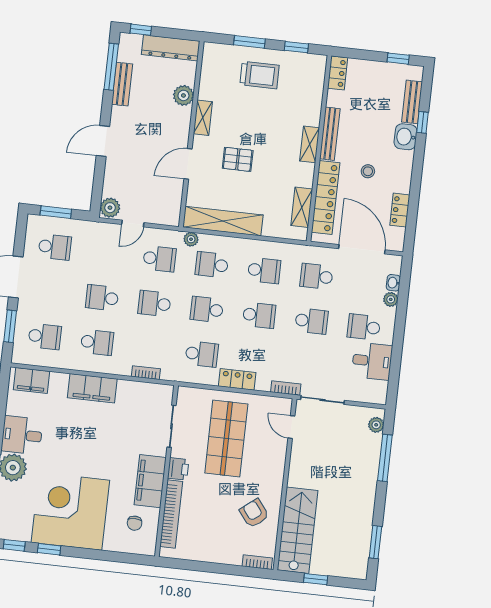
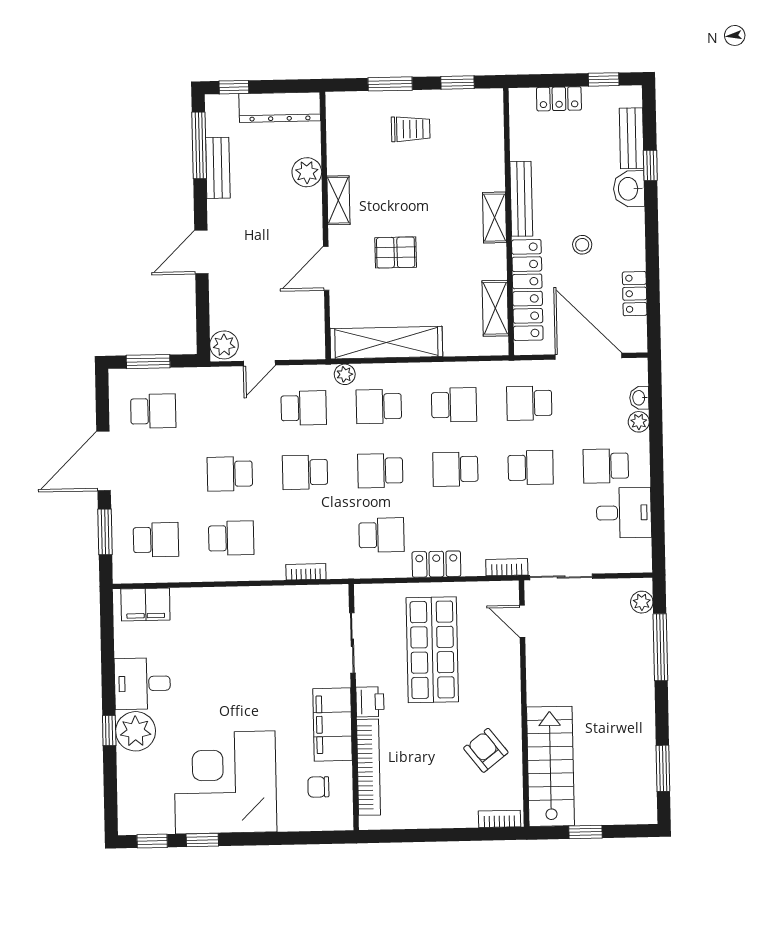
locker: (338, 73) -> (559, 99), moved, turned 90
trolley: (260, 75) -> (411, 129), width x0.73, depth x0.72
school desk: (259, 315) -> (455, 469), turned 180
filing cabinet: (92, 388) -> (233, 604), removed
chair: (135, 523) -> (318, 787), turned 90

